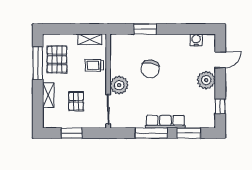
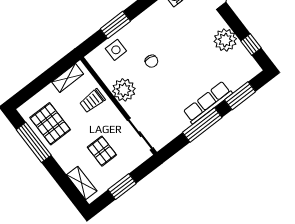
side table: (133, 45) -> (116, 50), added
chair: (150, 69) -> (151, 61), width x0.54, depth x0.54
plant: (206, 80) -> (225, 40), moved
plant: (119, 85) -> (124, 90), moved
shelving: (48, 95) -> (82, 183), moved

